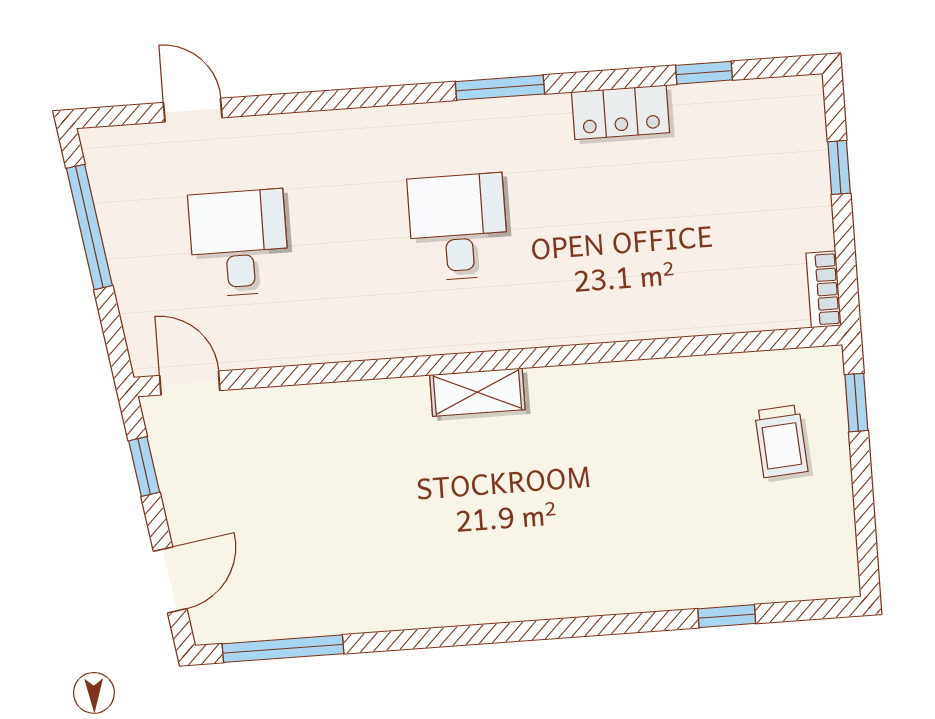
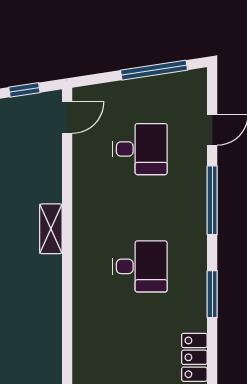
window: (325, 101) -> (212, 200), added
shelving: (477, 392) -> (51, 229), moved

